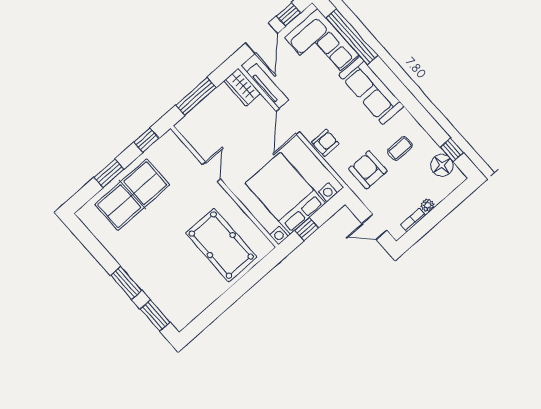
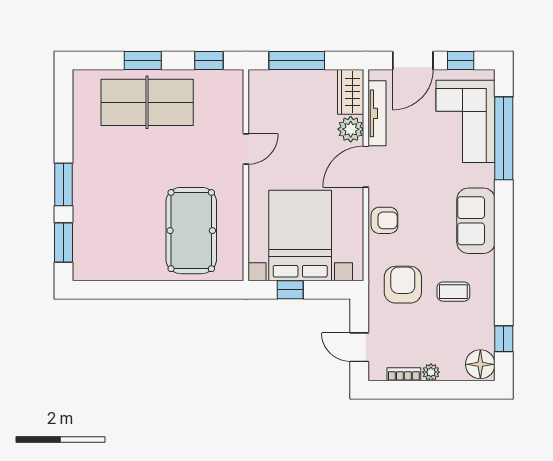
sofa: (371, 91) -> (476, 221), width x0.73
plant: (261, 108) -> (351, 129), added
floor lamp: (442, 165) -> (480, 364), moved

